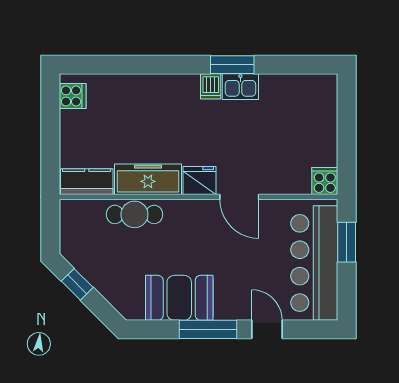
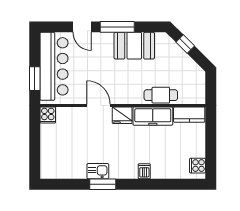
dishwasher: (211, 86) -> (144, 171), moved
window: (77, 284) -> (185, 44), moved

